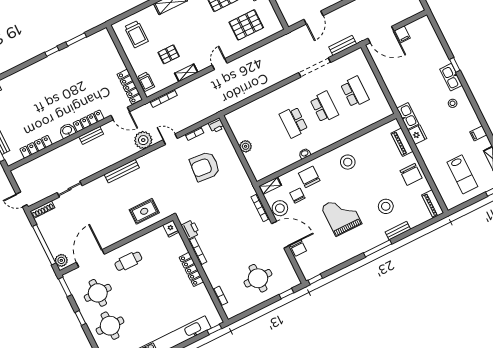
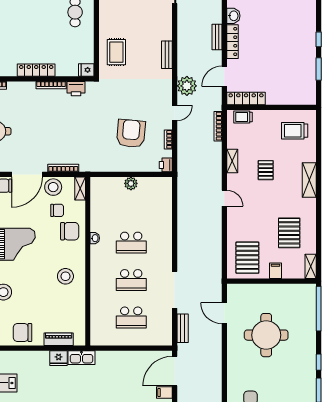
pallet: (246, 25) -> (247, 258), moved
pallet: (169, 54) -> (266, 170), moved
school desk: (294, 122) -> (131, 243), turned 180
bench: (122, 171) -> (167, 55), width x0.73

